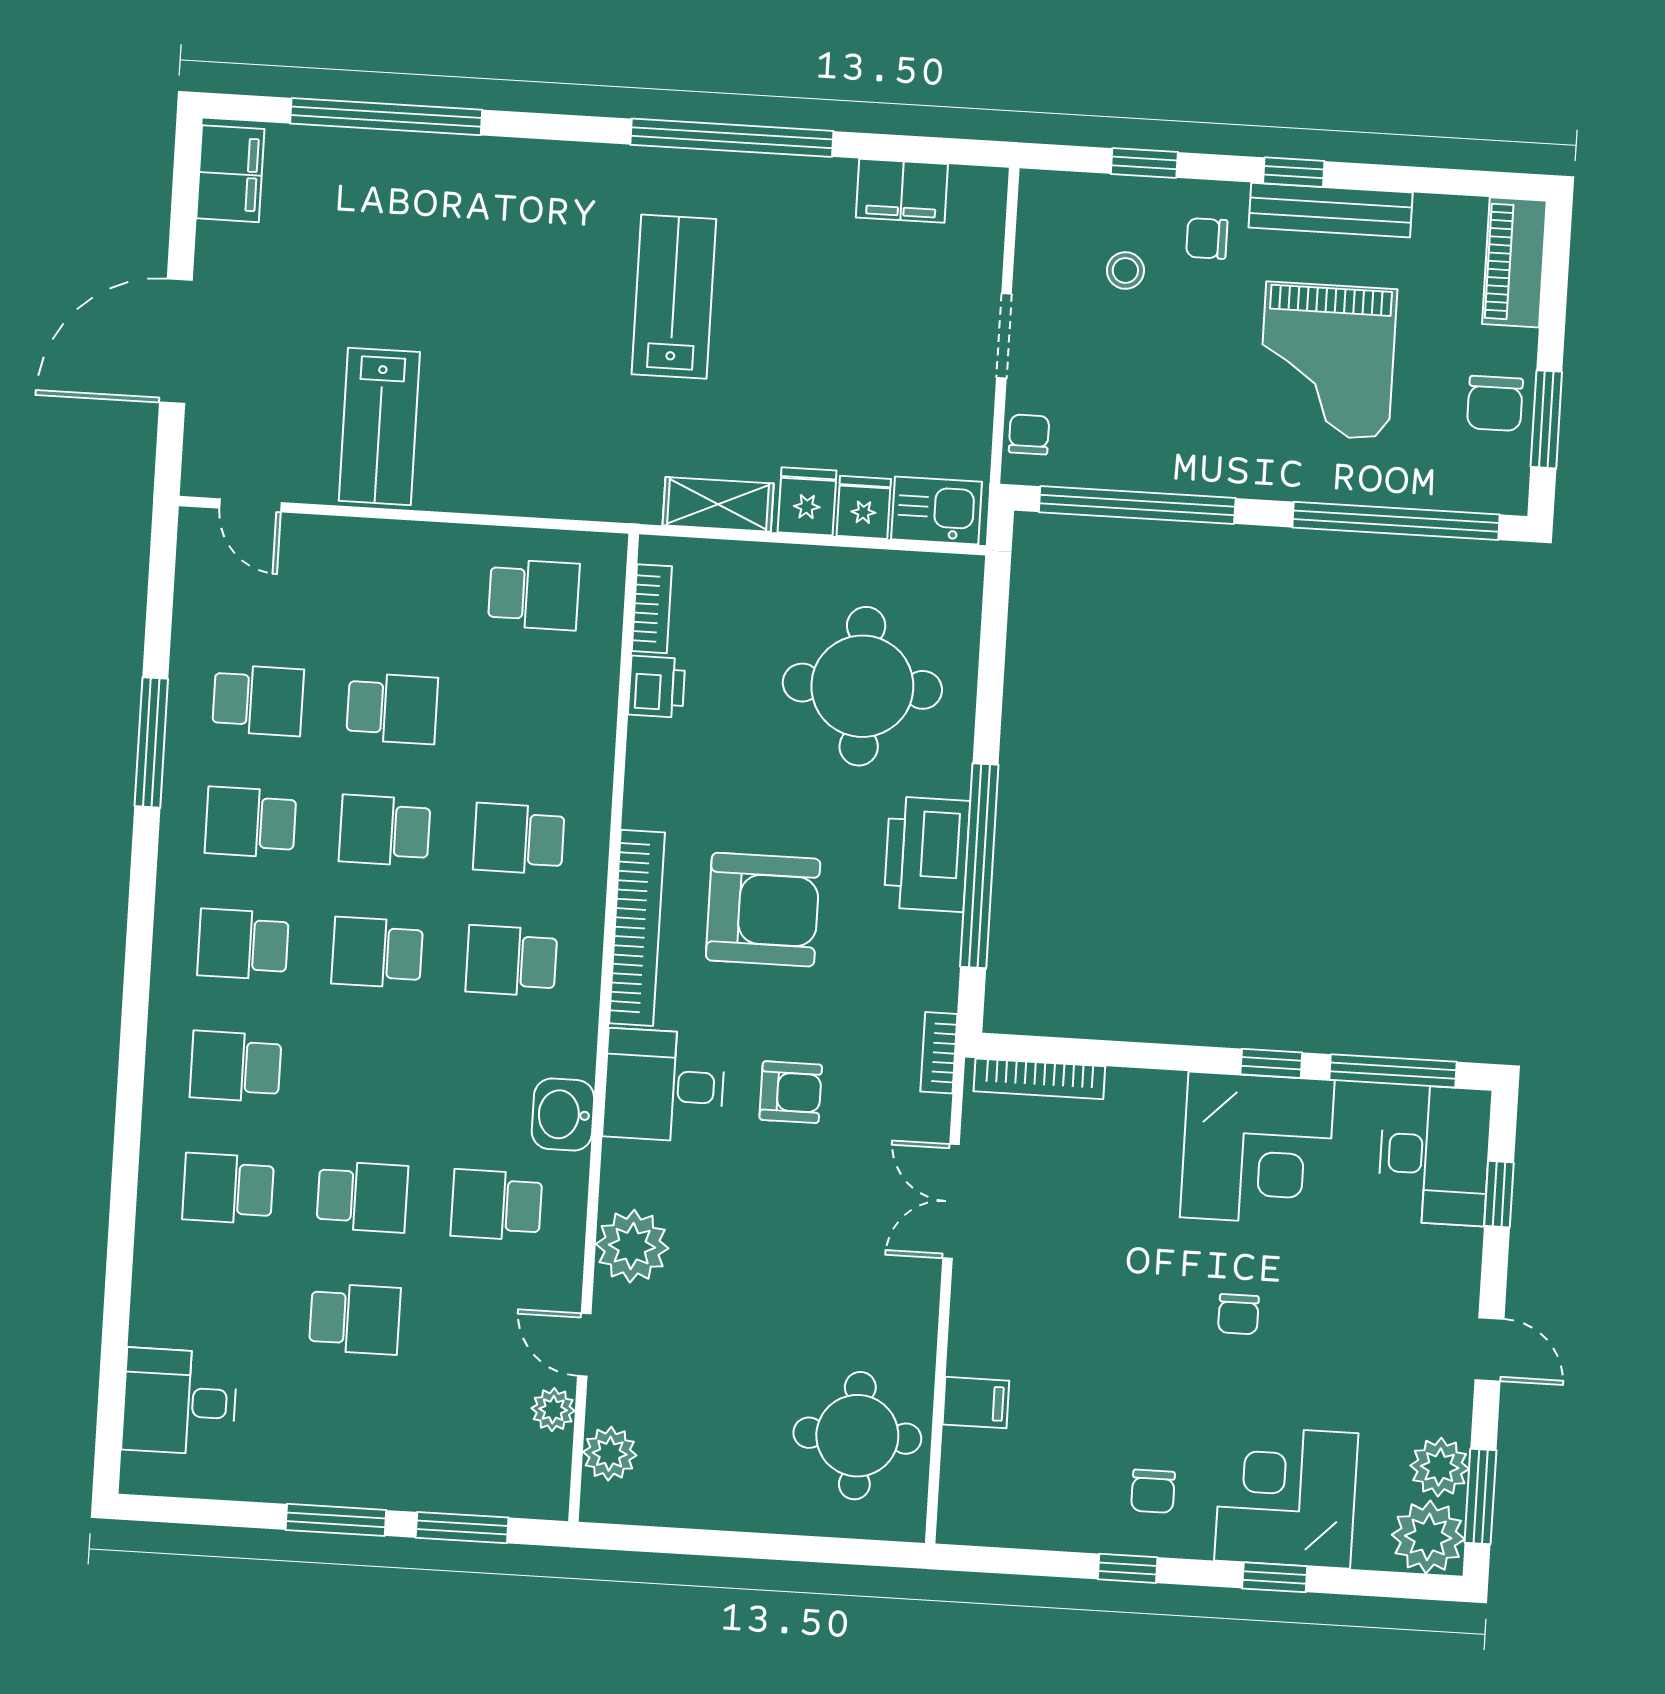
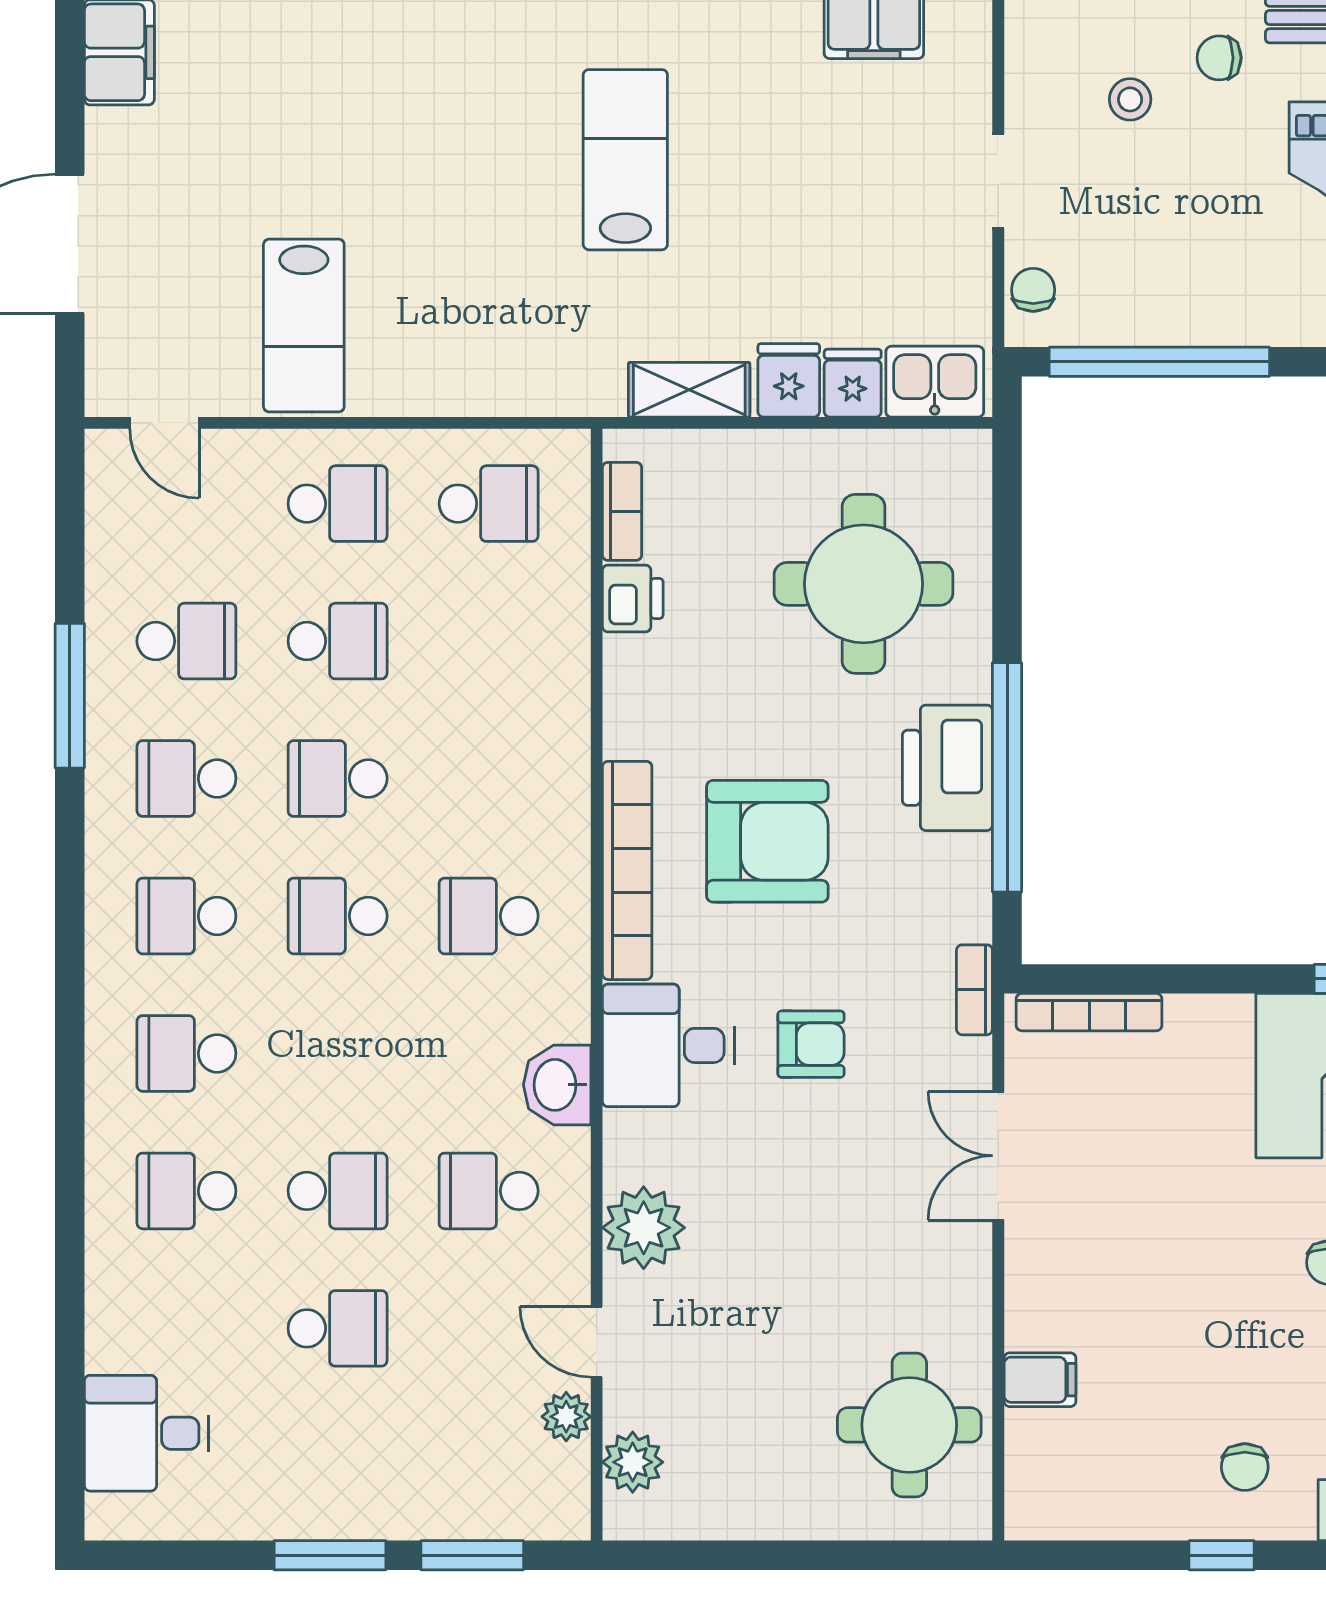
school desk: (519, 839) -> (338, 504), moved, turned 180

